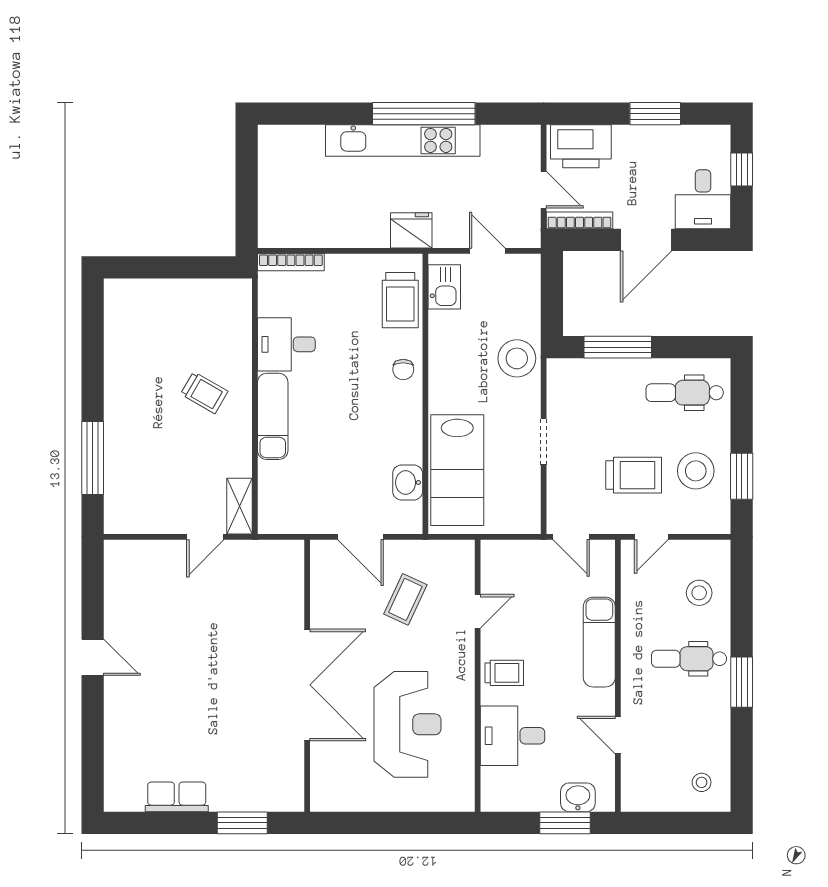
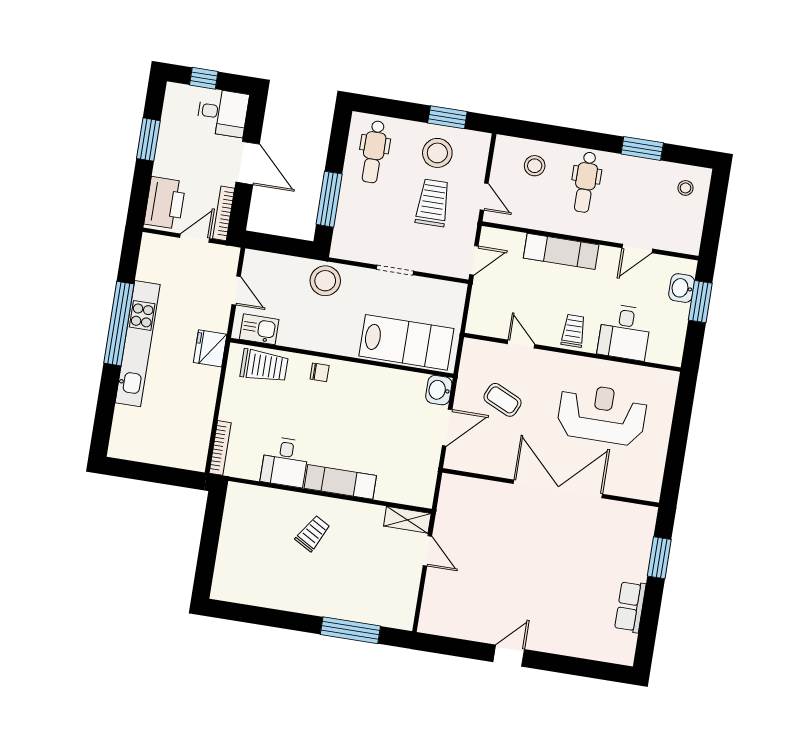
door: (487, 251) -> (236, 291), swing flipped
washbasin: (408, 482) -> (439, 390), moved, turned 90
window: (742, 682) -> (642, 148), moved

